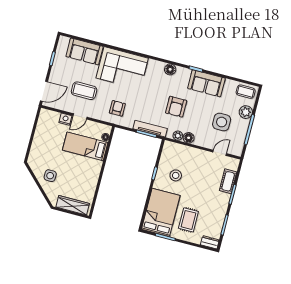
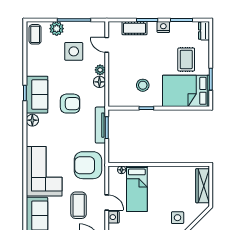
sofa: (206, 83) -> (37, 95), moved
armchair: (117, 108) -> (88, 165), width x1.88, depth x1.88
plant: (178, 136) -> (100, 70), moved
nightstand: (222, 207) -> (163, 27), added
rug: (188, 220) -> (186, 59), turned 90

